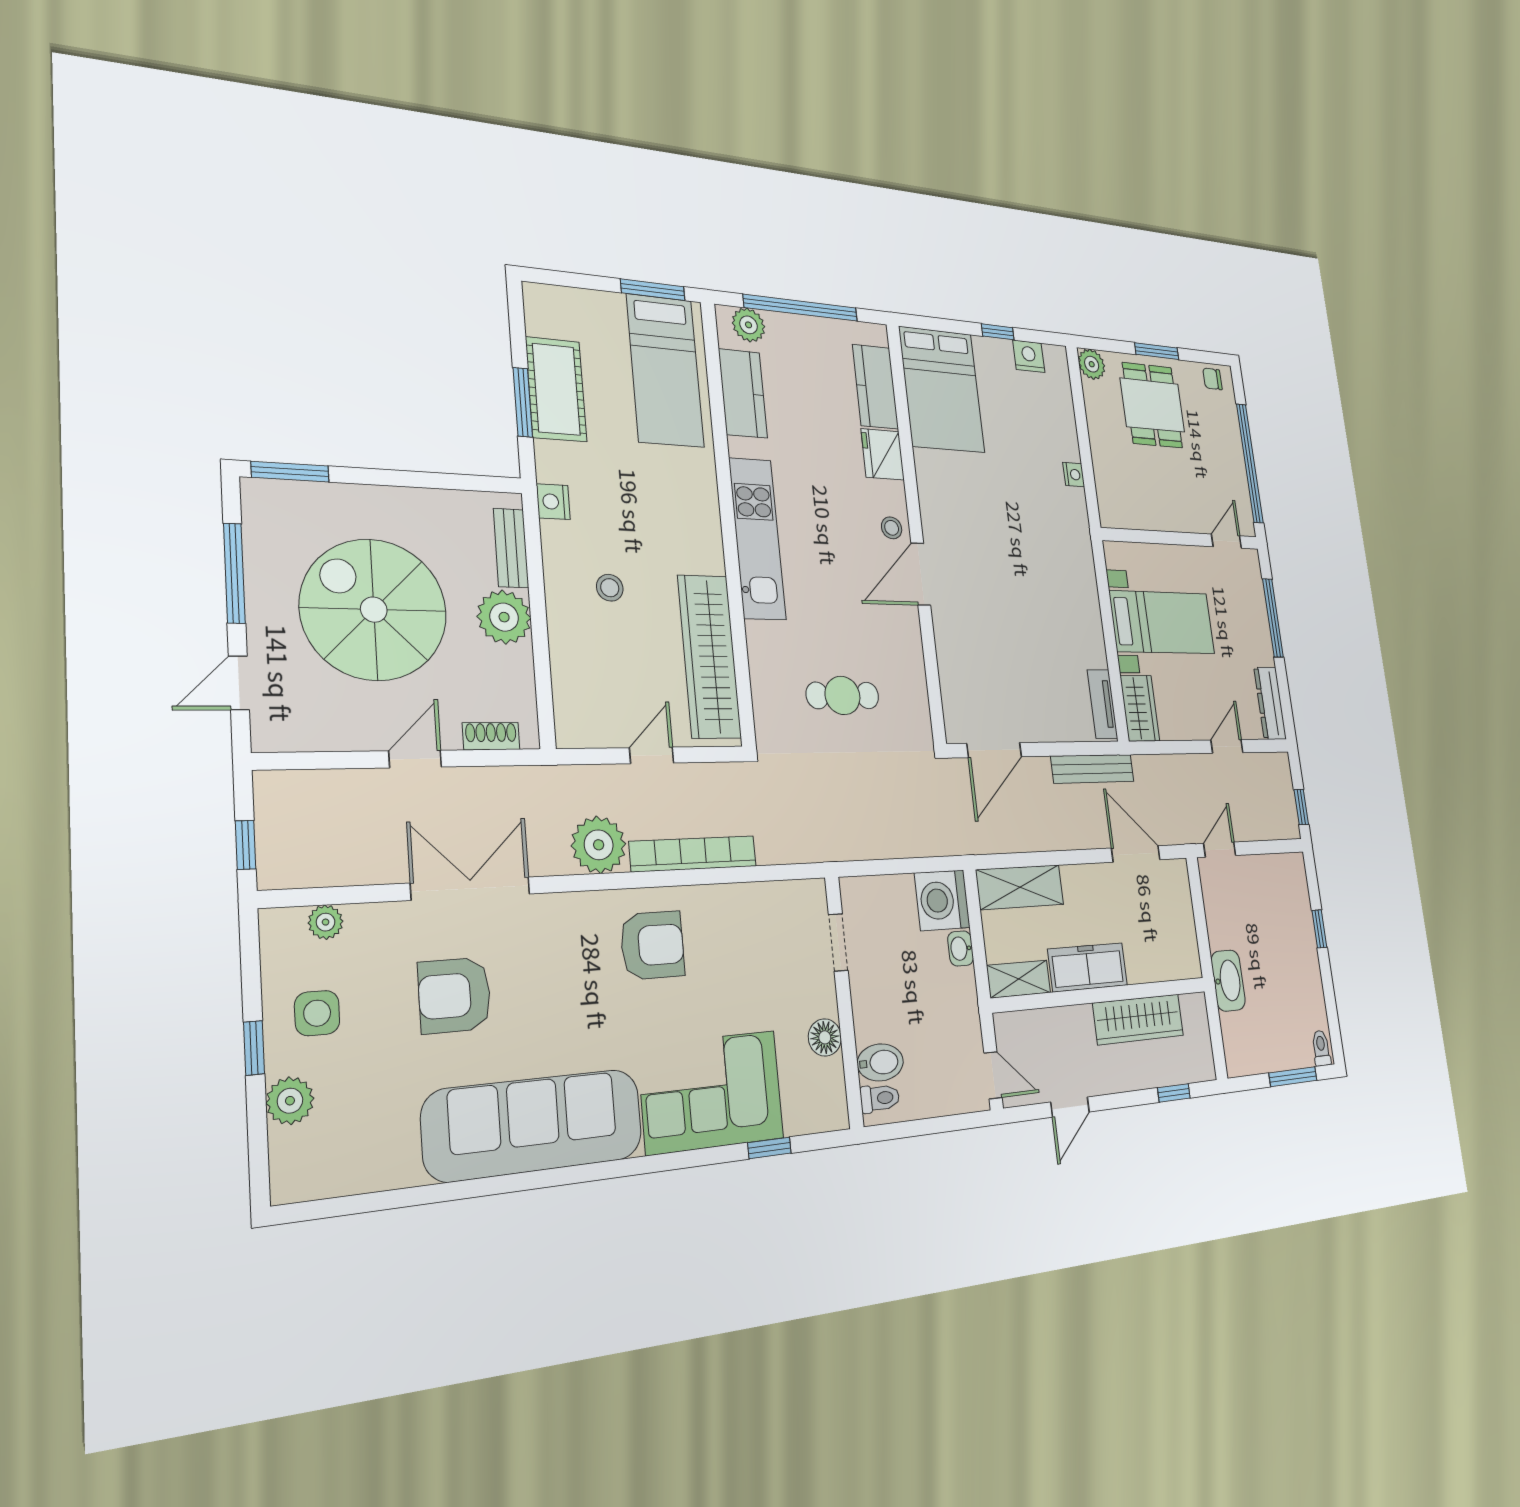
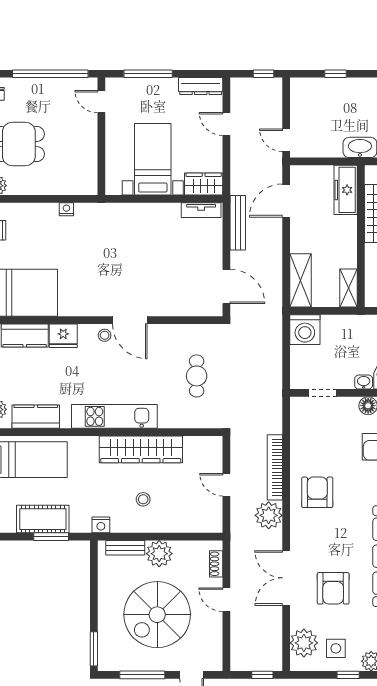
wardrobe: (709, 656) -> (141, 449), moved
plant: (326, 922) -> (304, 643), width x1.88, depth x1.88
washbasin: (961, 948) -> (364, 382), moved, turned 180
freezer: (1088, 967) -> (346, 190), moved

